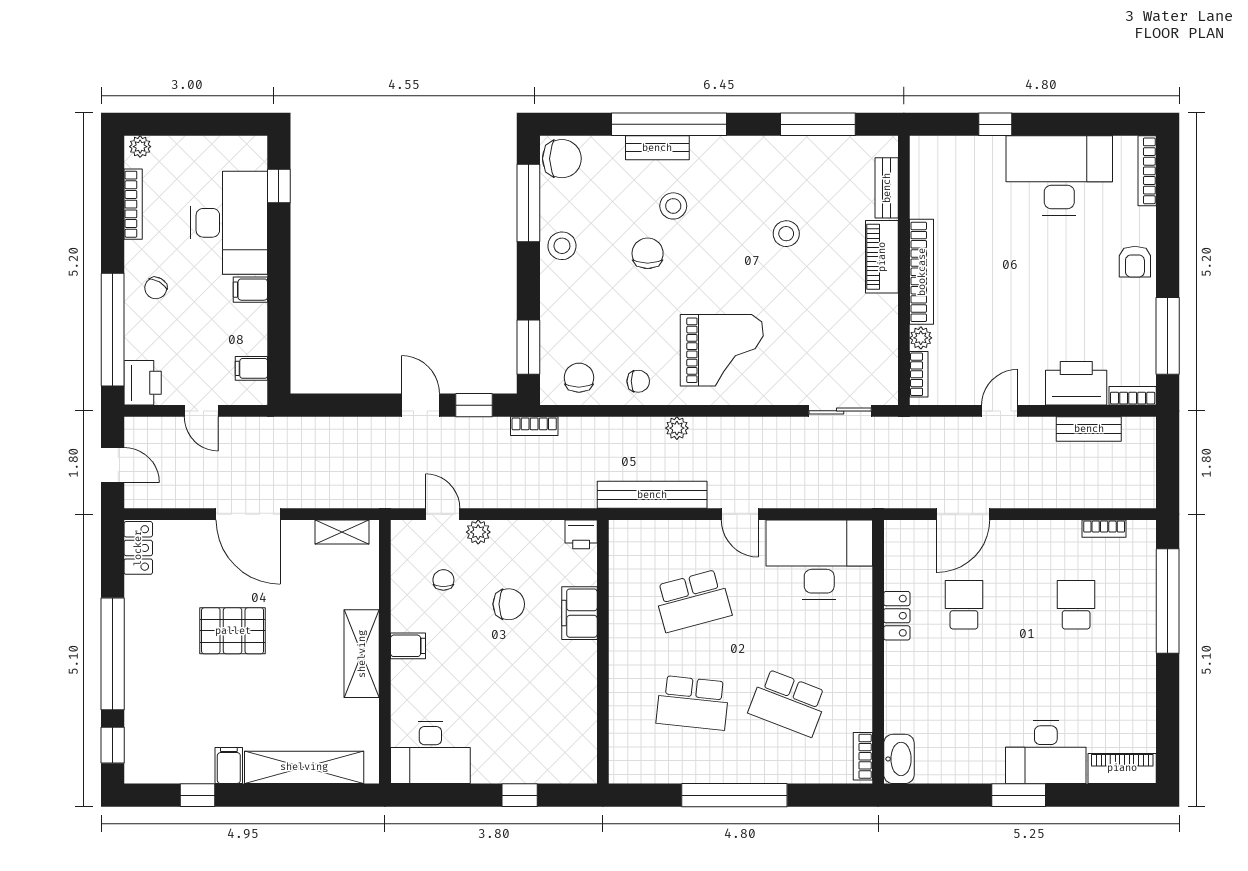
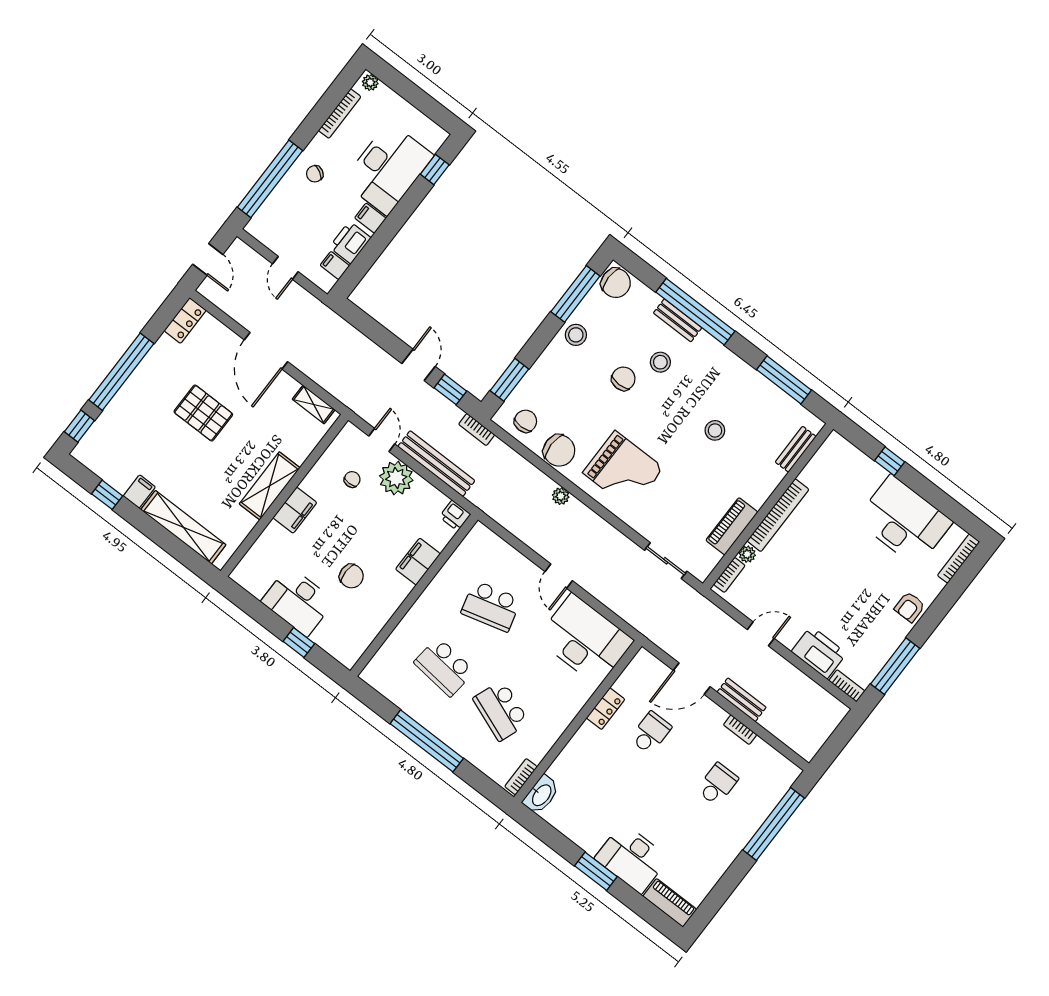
piano: (882, 257) -> (732, 526), moved
chair: (638, 381) -> (559, 450), width x1.87, depth x1.87
printer: (143, 383) -> (350, 243), moved, turned 180
bench: (1089, 429) -> (741, 700), moved
bench: (652, 495) -> (436, 464), moved
bookcase: (1104, 529) -> (740, 730), moved
plant: (478, 532) -> (396, 478), width x1.88, depth x1.88
chair: (509, 604) -> (351, 576), moved
filing cabinet: (408, 646) -> (295, 510), width x2.00
desk: (430, 752) -> (298, 601), moved

